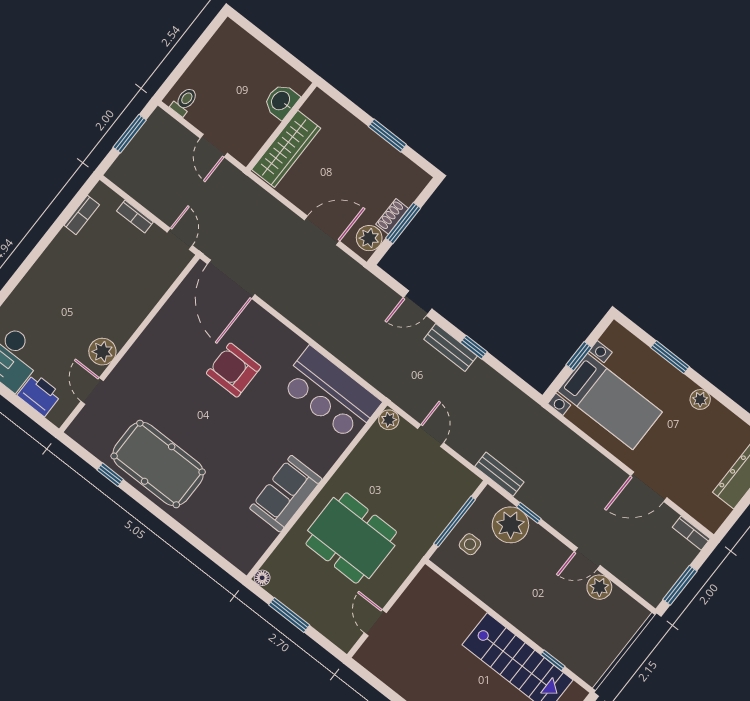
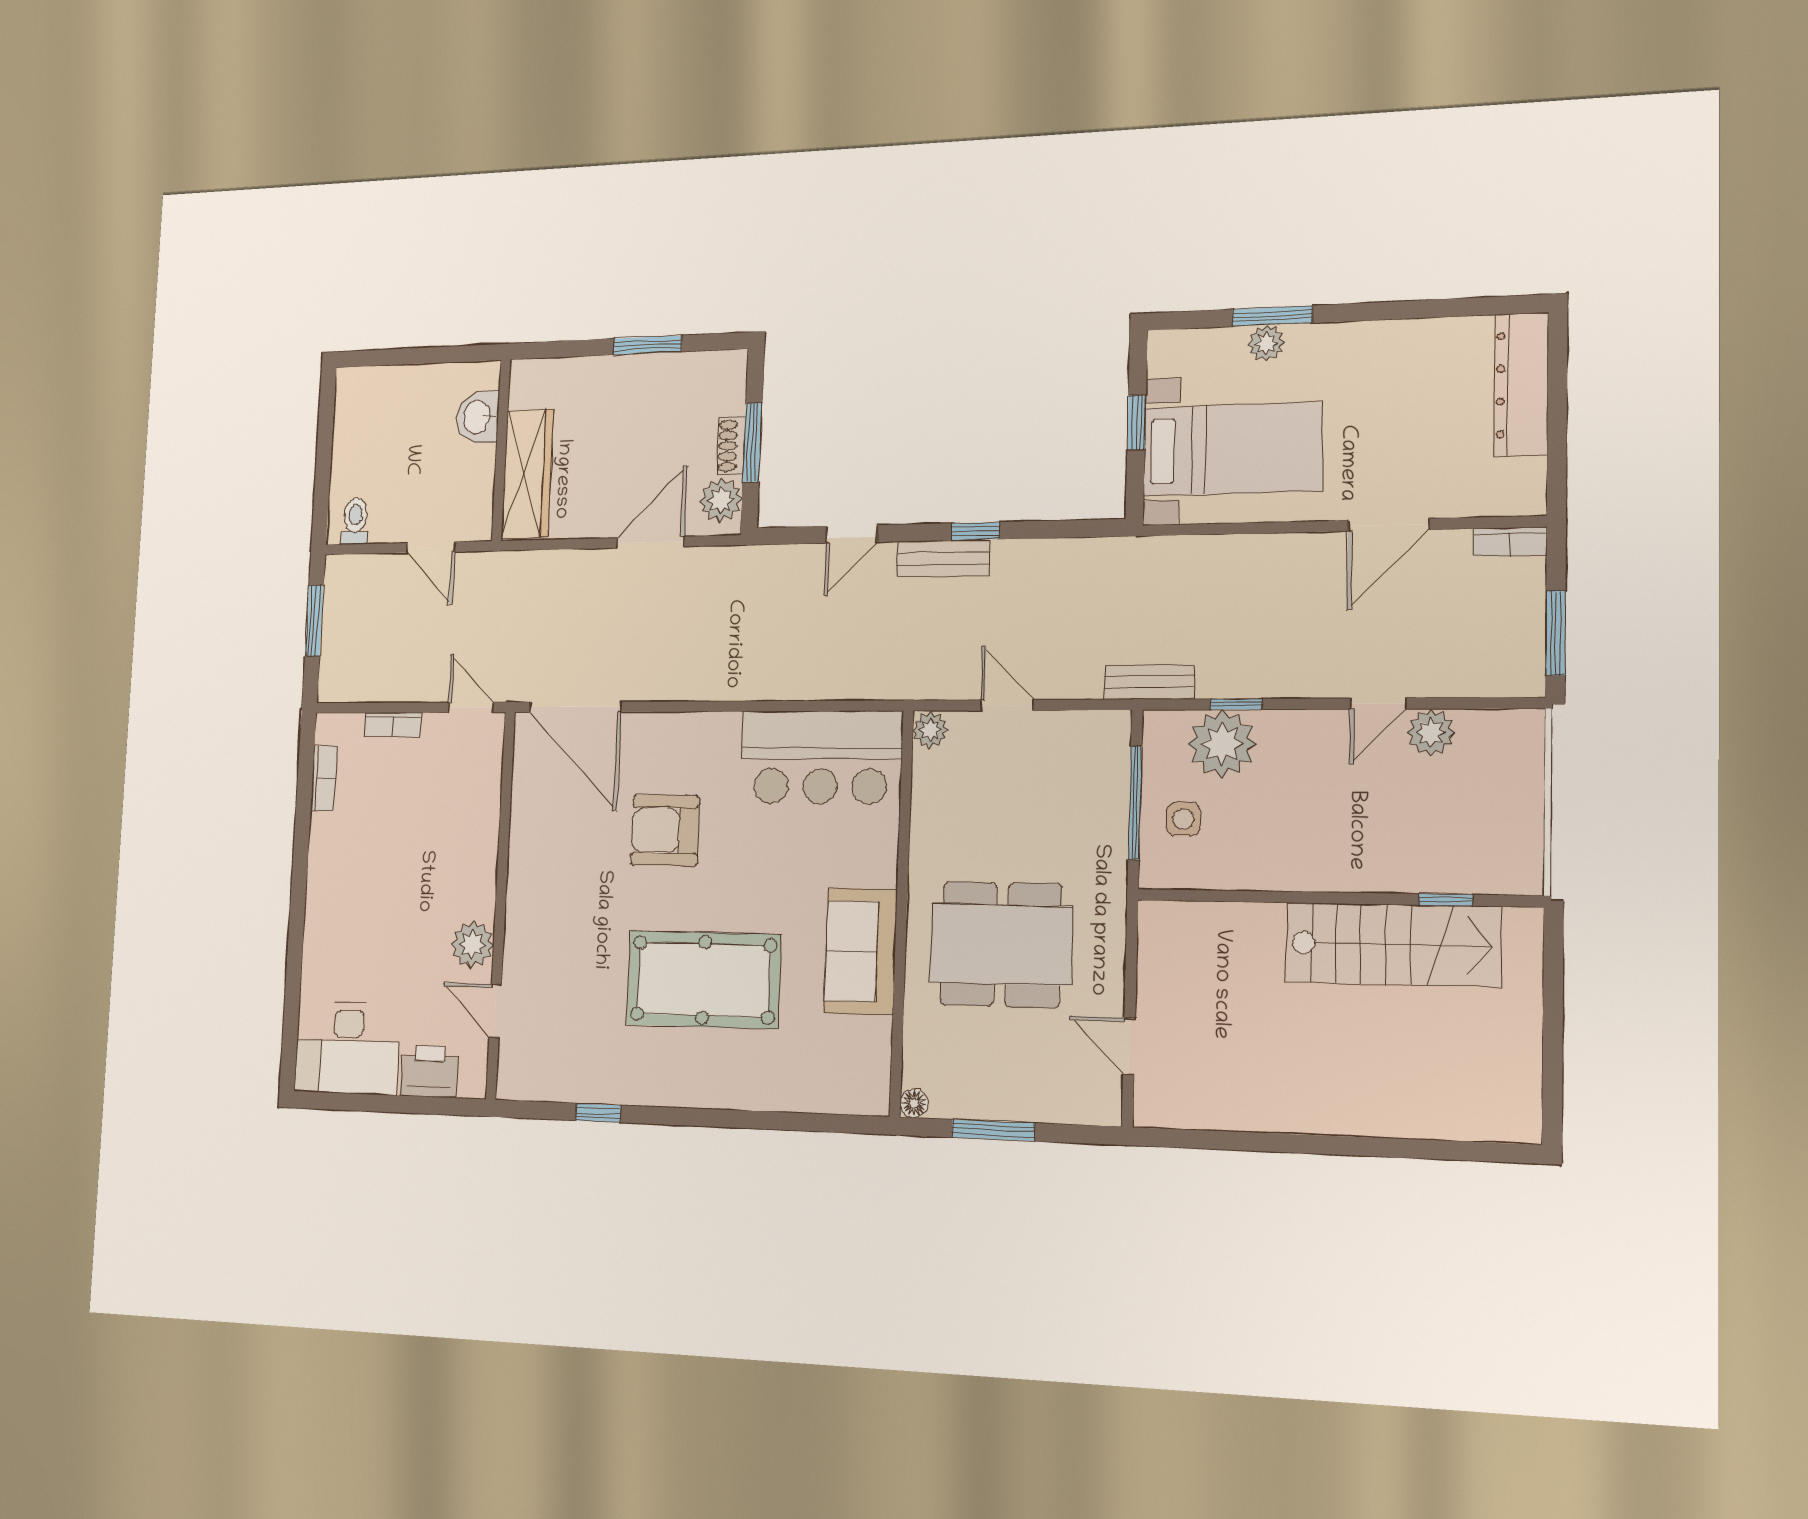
plant: (700, 399) -> (1266, 343), moved
pool table: (158, 464) -> (704, 980), moved

